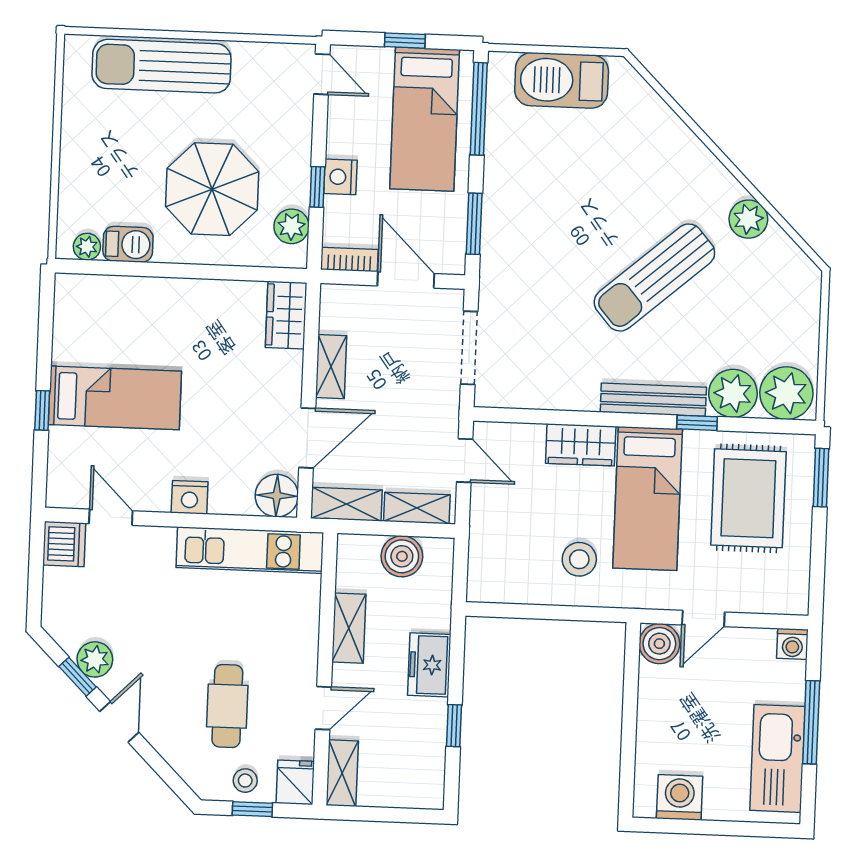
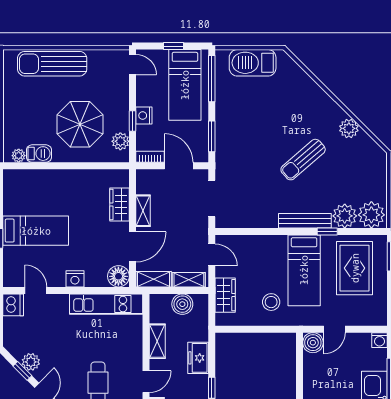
sun lounger: (654, 278) -> (303, 160), width x0.73, depth x0.75
wardrobe: (286, 315) -> (120, 204), moved
wardrobe: (581, 445) -> (225, 295), moved, turned -90

